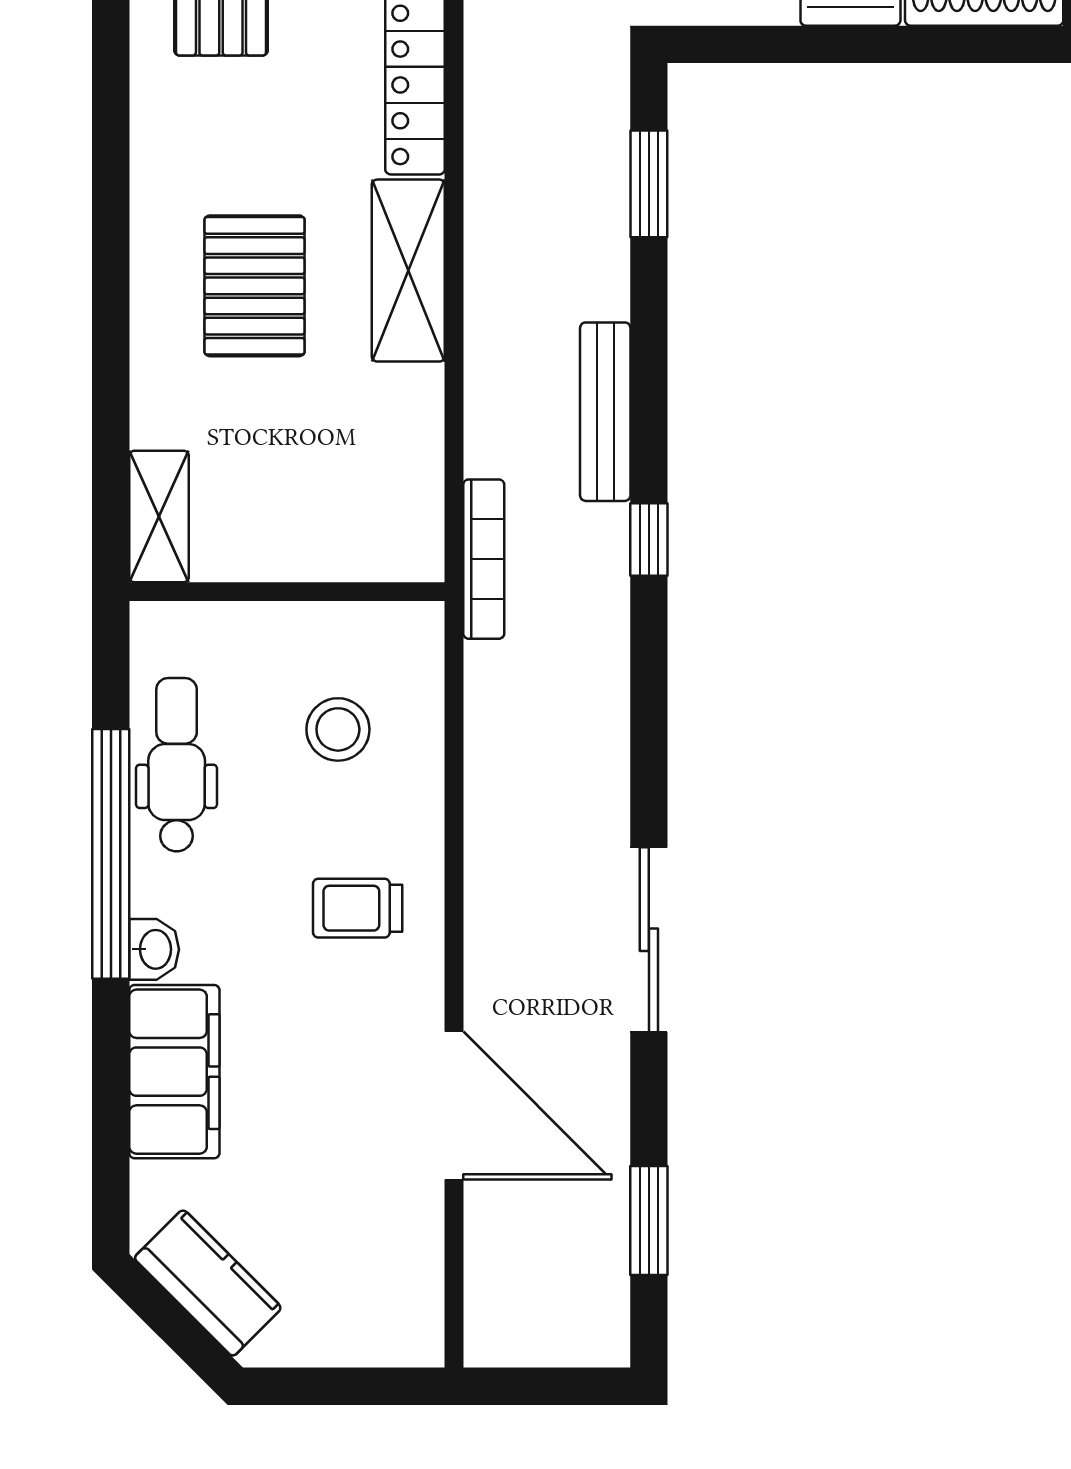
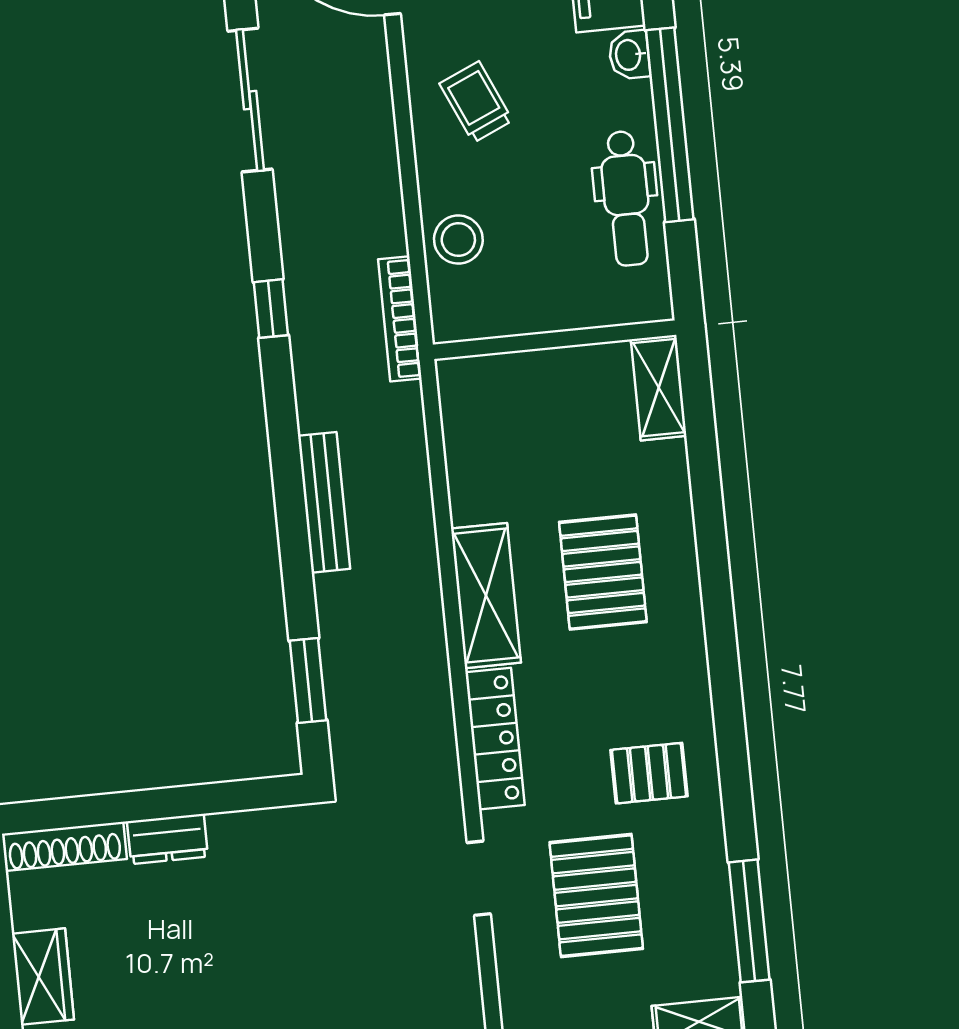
window: (649, 539) -> (271, 309), moved
bookcase: (484, 559) -> (400, 319), moved
stool: (338, 729) -> (458, 240), moved
trolley: (358, 908) -> (476, 102), turned -114

